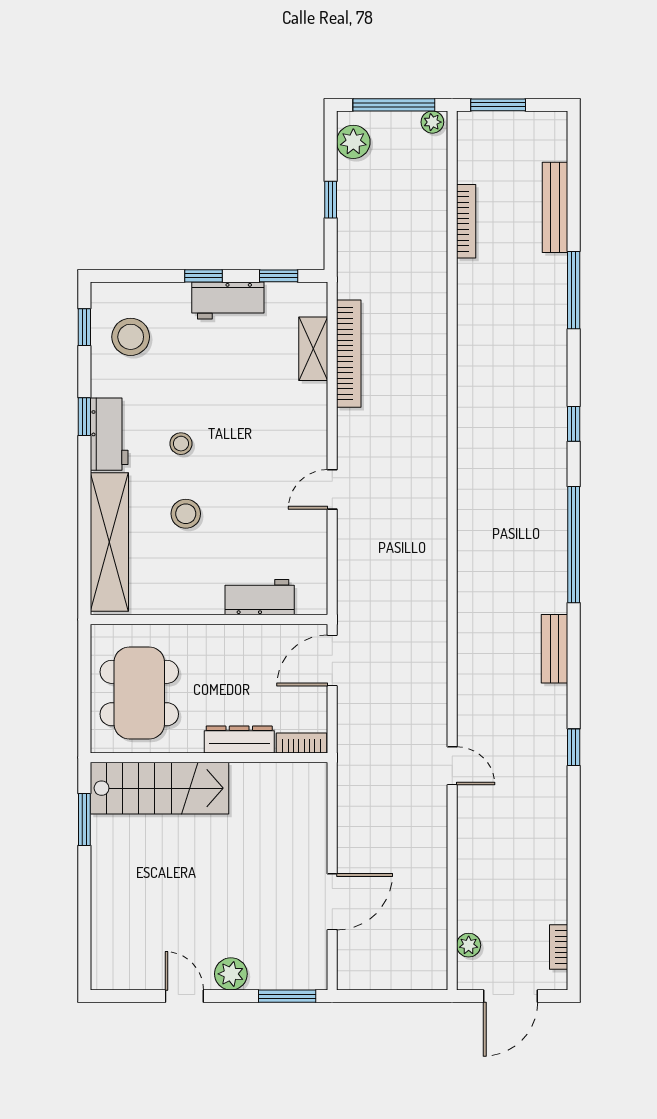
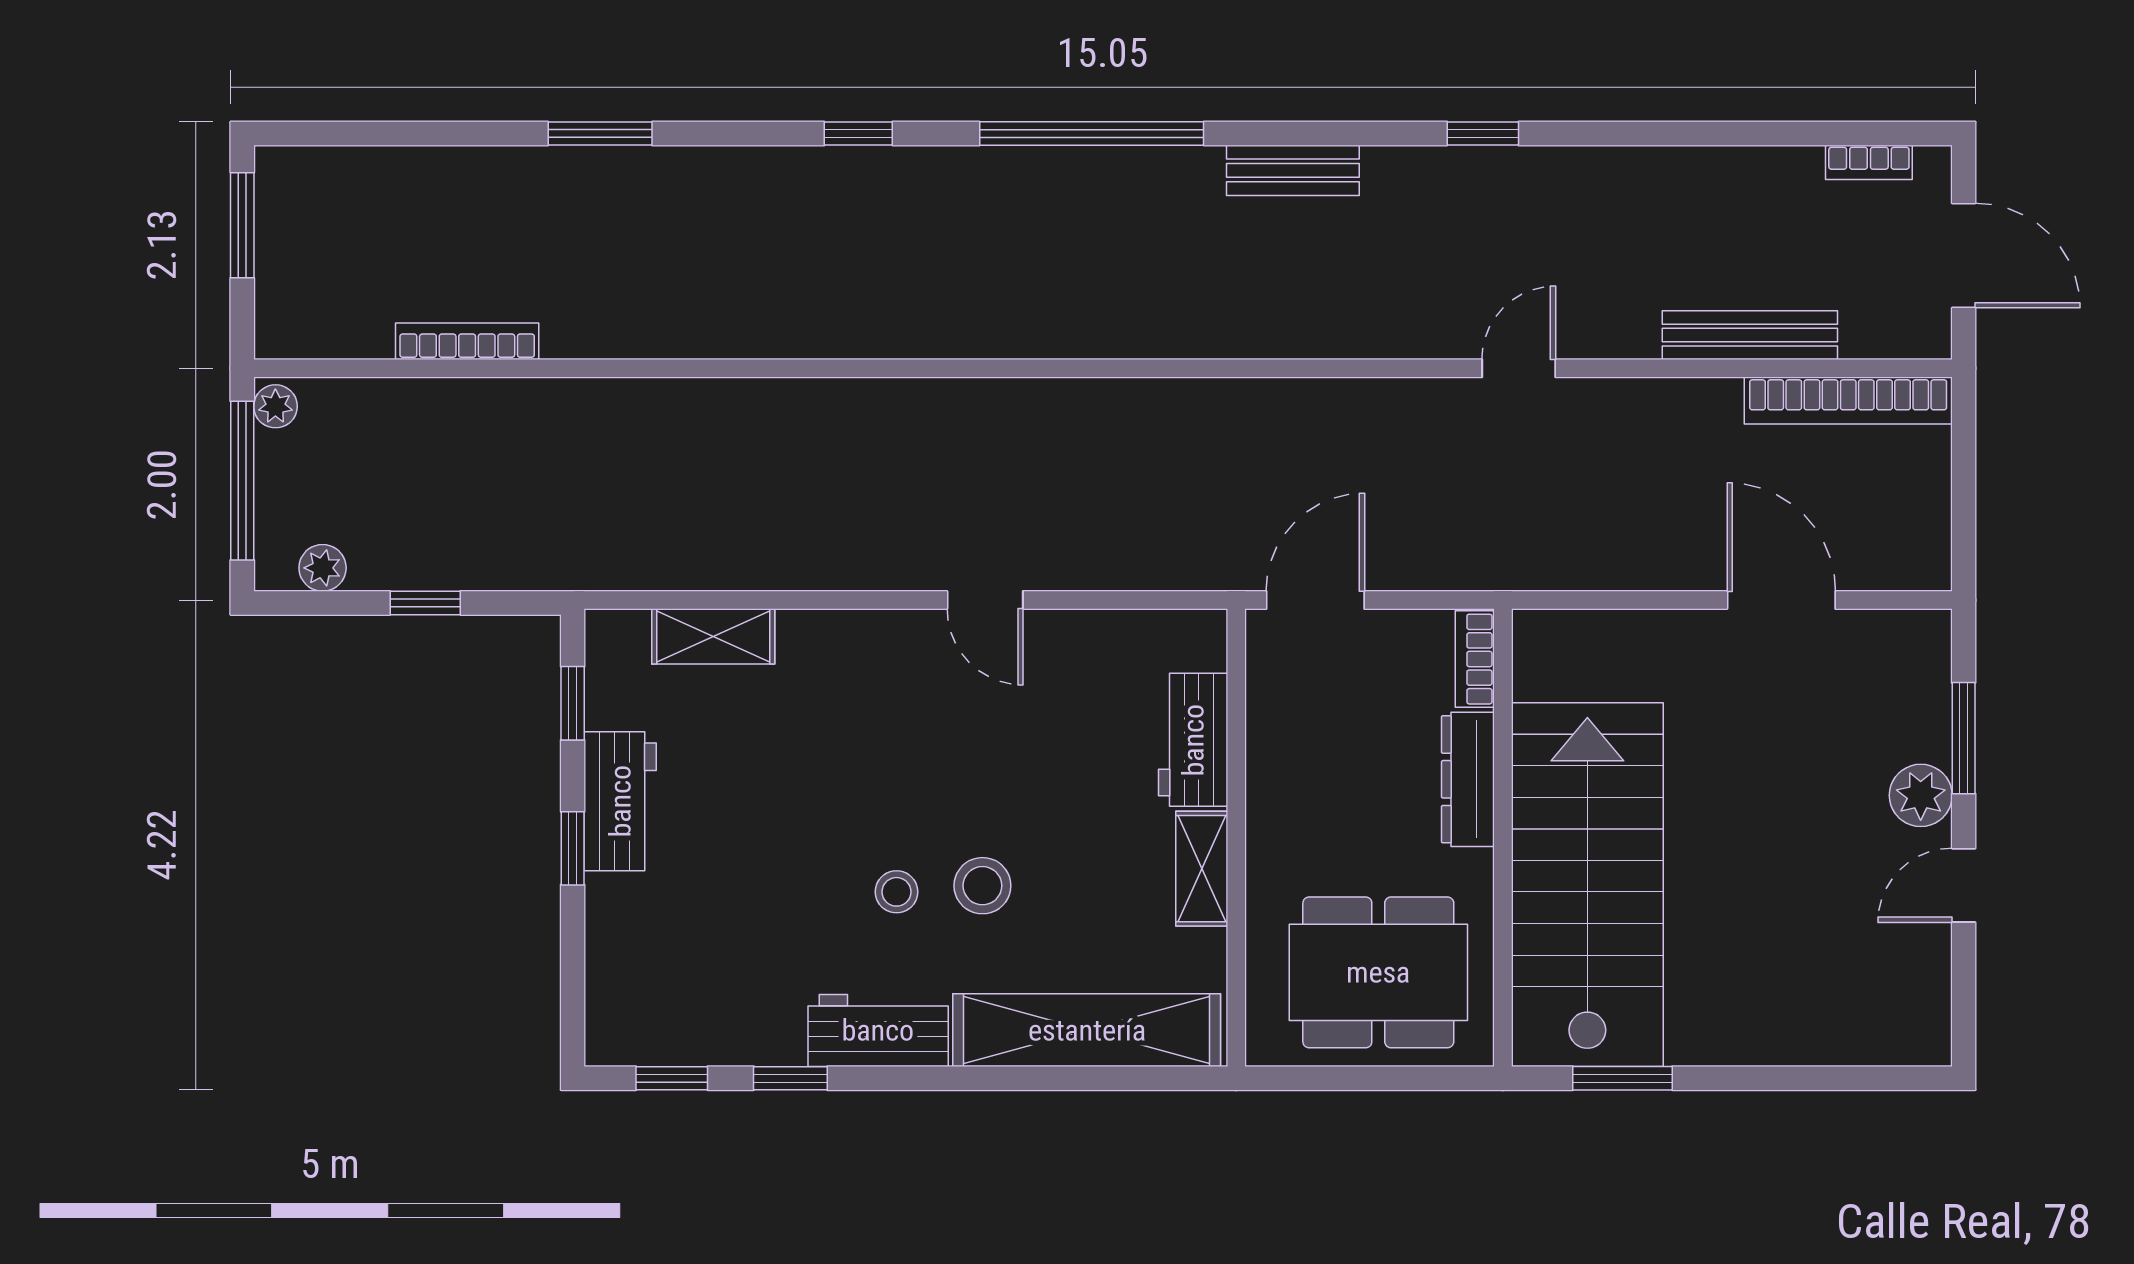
window: (498, 105) -> (242, 225), moved
plant: (353, 142) -> (323, 568), width x0.73, depth x0.73
bench: (555, 207) -> (1750, 335), moved
window: (574, 290) -> (600, 133), width x0.69
stool: (131, 337) -> (690, 989), removed
bookcase: (349, 354) -> (1848, 400), moved, turned 180
window: (84, 417) -> (790, 1078), moved
stool: (186, 514) -> (982, 886), moved
shelving: (193, 602) -> (1202, 869), added
door: (332, 660) -> (1315, 600), swing flipped
stairs: (160, 788) -> (1587, 885), width x1.36, depth x1.51
plant: (469, 945) -> (1865, 336), removed
window: (287, 996) -> (1964, 738), moved

